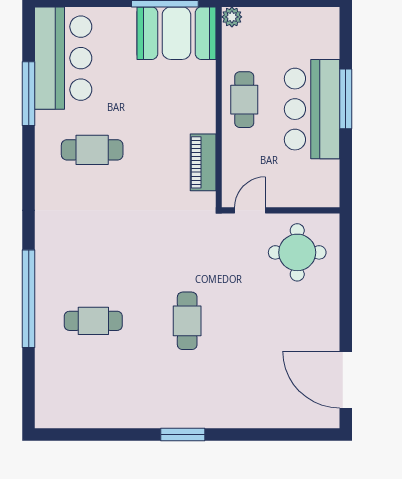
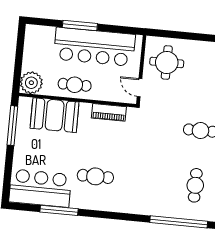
plant: (232, 17) -> (31, 83), width x1.88, depth x1.88
booth: (176, 33) -> (55, 115), moved, turned 90
bar counter: (312, 109) -> (94, 47), width x1.36
cafe table: (92, 150) -> (95, 176), turned 90

